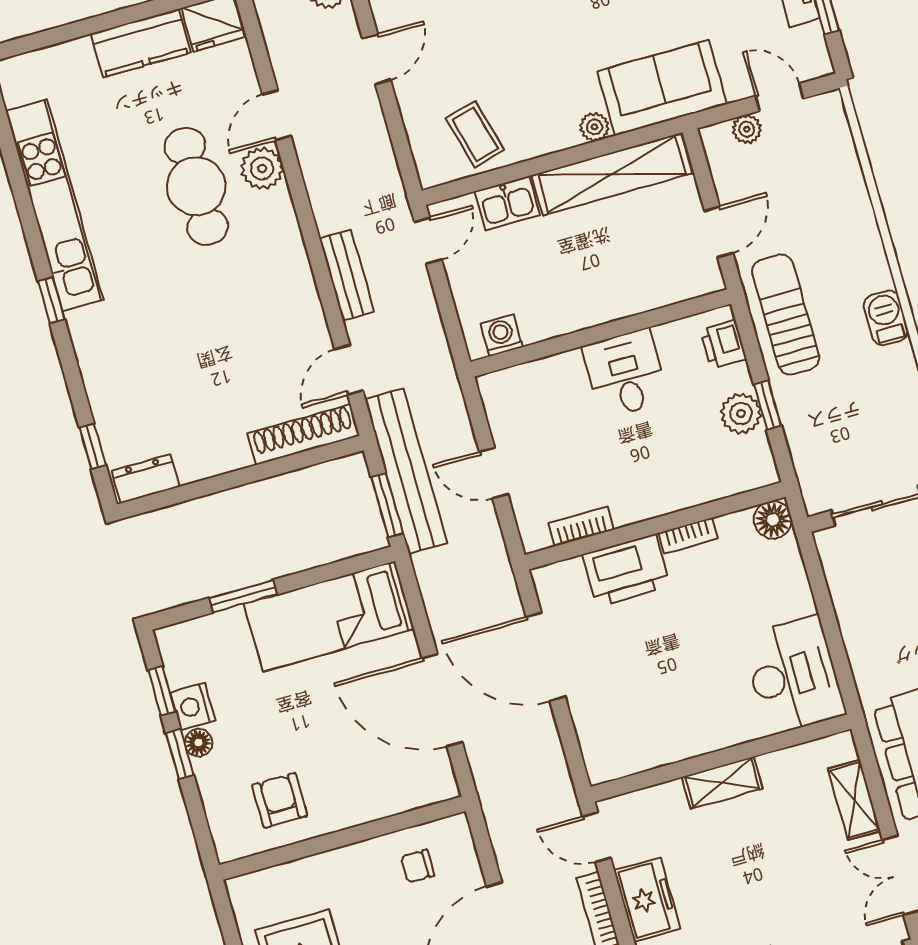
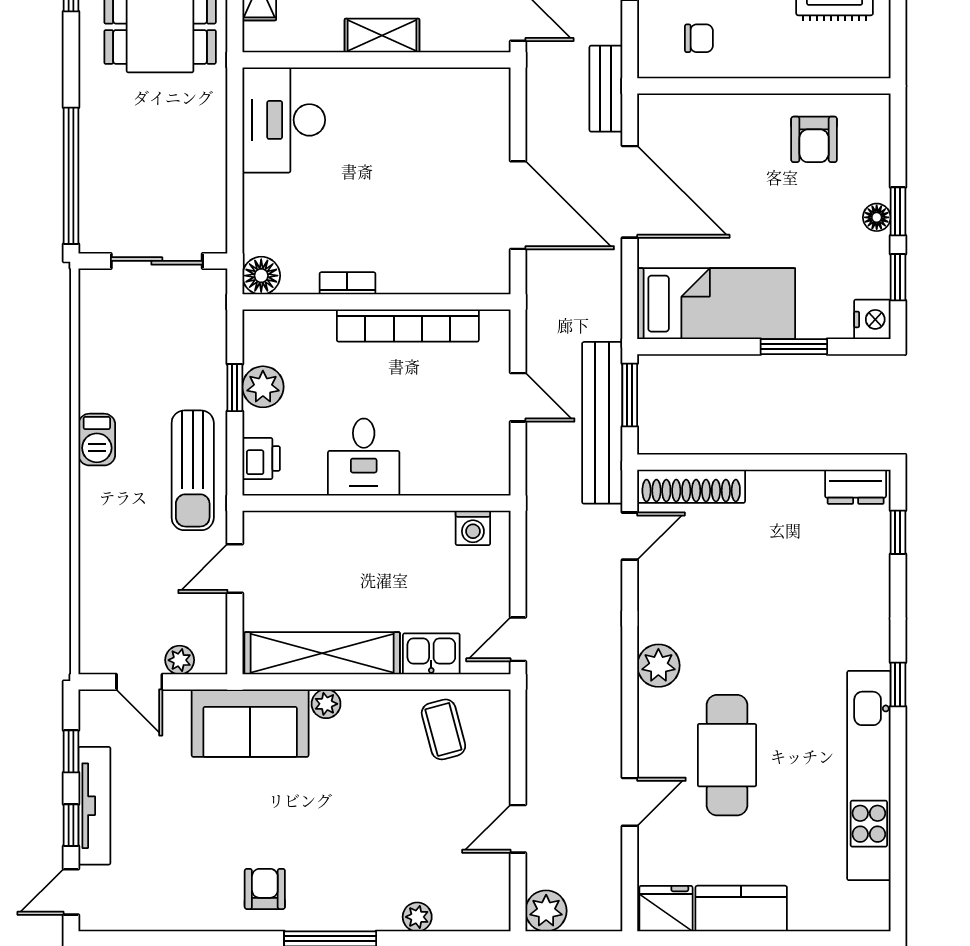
plant: (262, 168) -> (658, 666), moved
bench: (347, 275) -> (606, 89), moved
bookcase: (581, 526) -> (408, 326), width x2.31, depth x1.31
printer: (626, 570) -> (417, 267), removed
nightstand: (193, 706) -> (872, 319), moved

